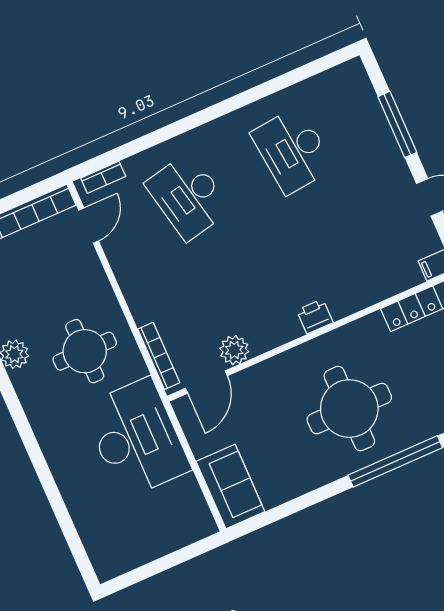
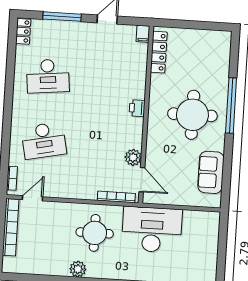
locker: (343, 76) -> (23, 31), added
door: (89, 226) -> (32, 198), hinge flipped
sofa: (230, 486) -> (211, 172), moved, turned -90

